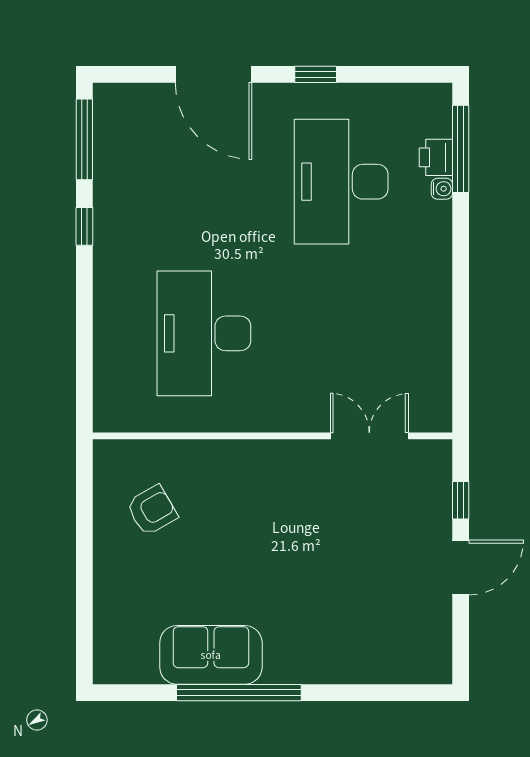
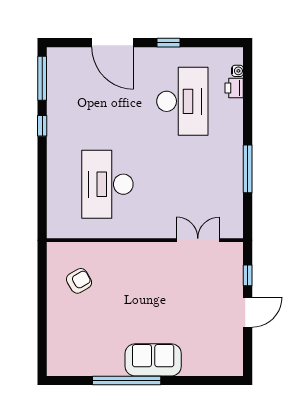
window: (461, 149) -> (248, 169), moved
desk: (341, 182) -> (182, 101), turned 180
water cooler: (442, 189) -> (237, 71), moved
sofa: (211, 655) -> (153, 360), moved

